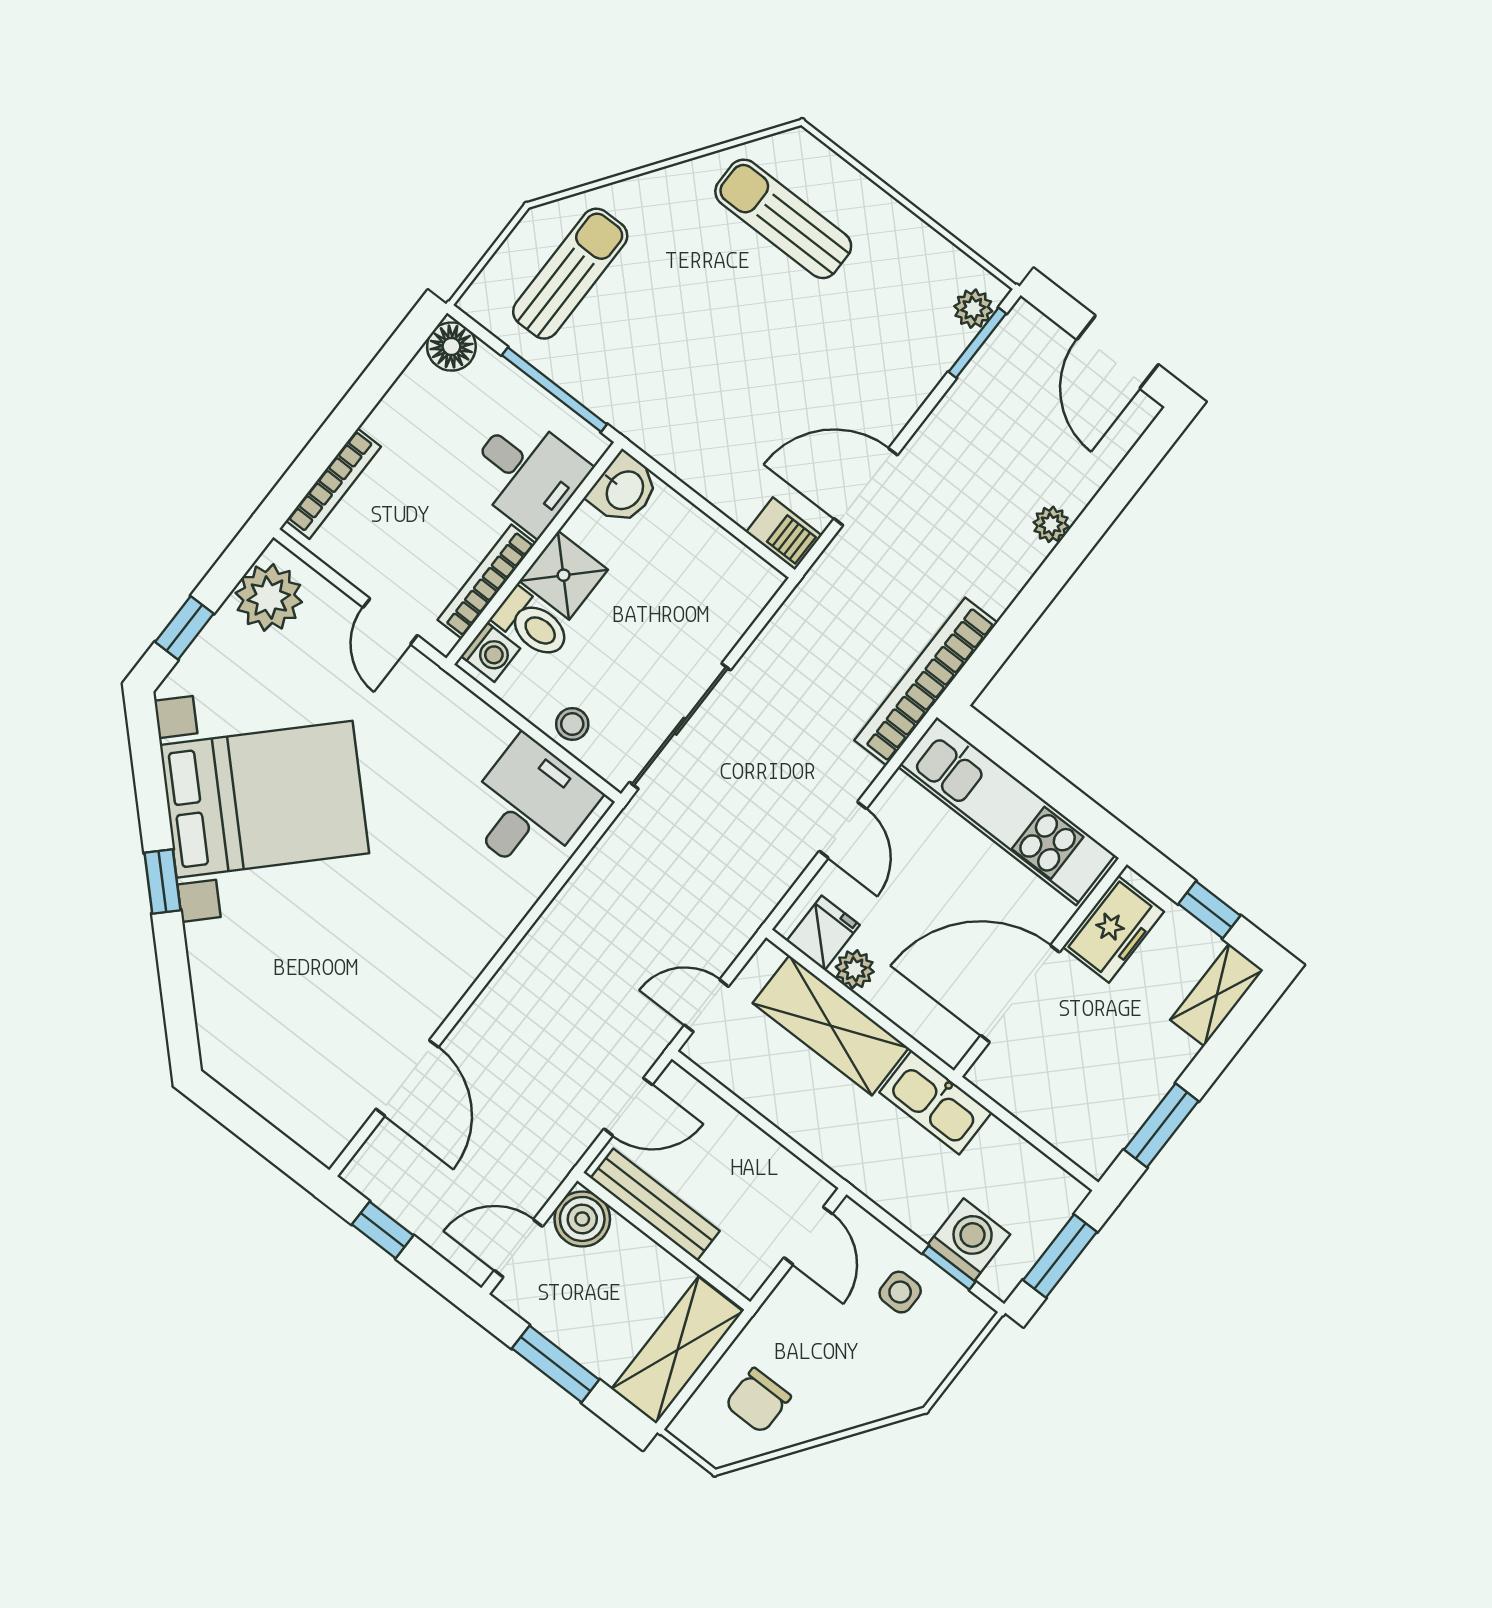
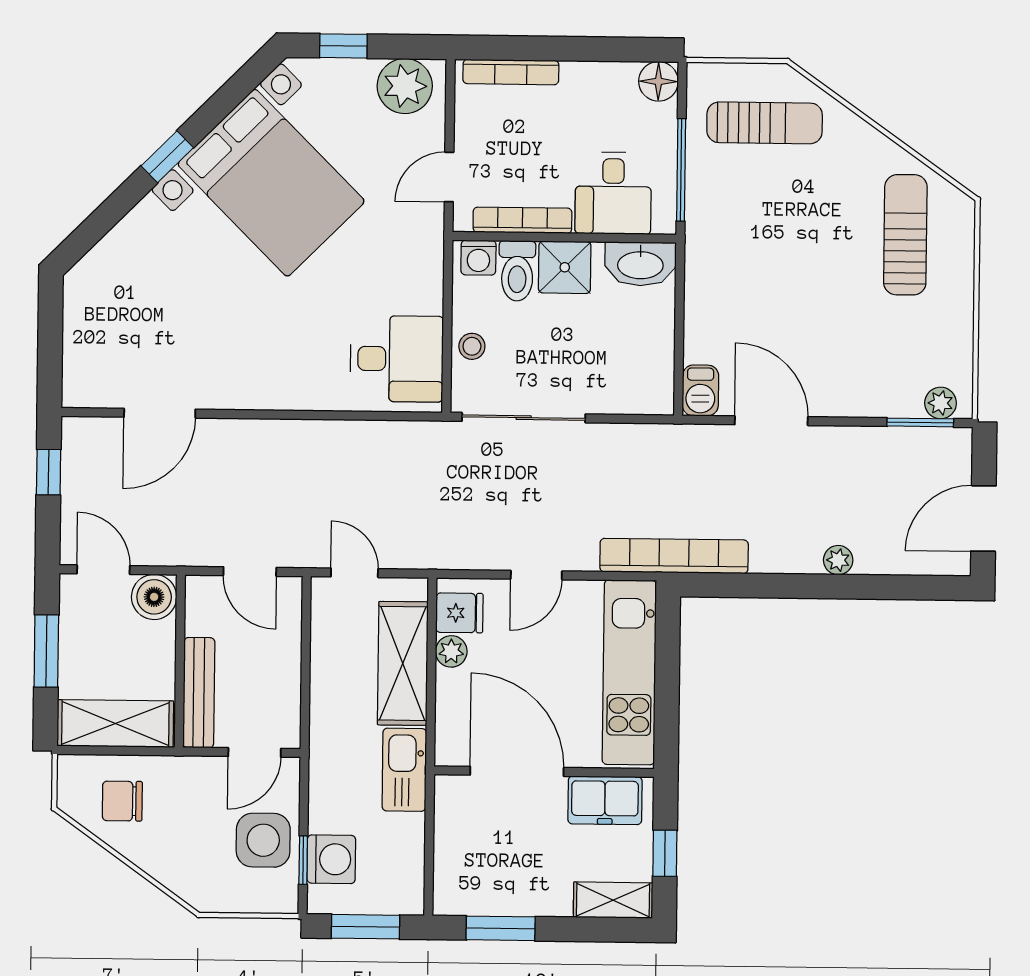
washbasin: (624, 489) -> (640, 264), width x1.38
bench: (655, 1204) -> (199, 693), moved
side table: (900, 1292) -> (263, 840), width x1.87, depth x1.87

